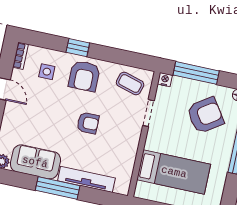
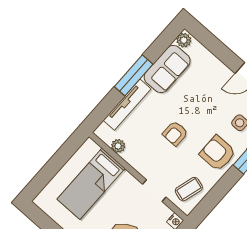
plant: (127, 167) -> (118, 146), added

